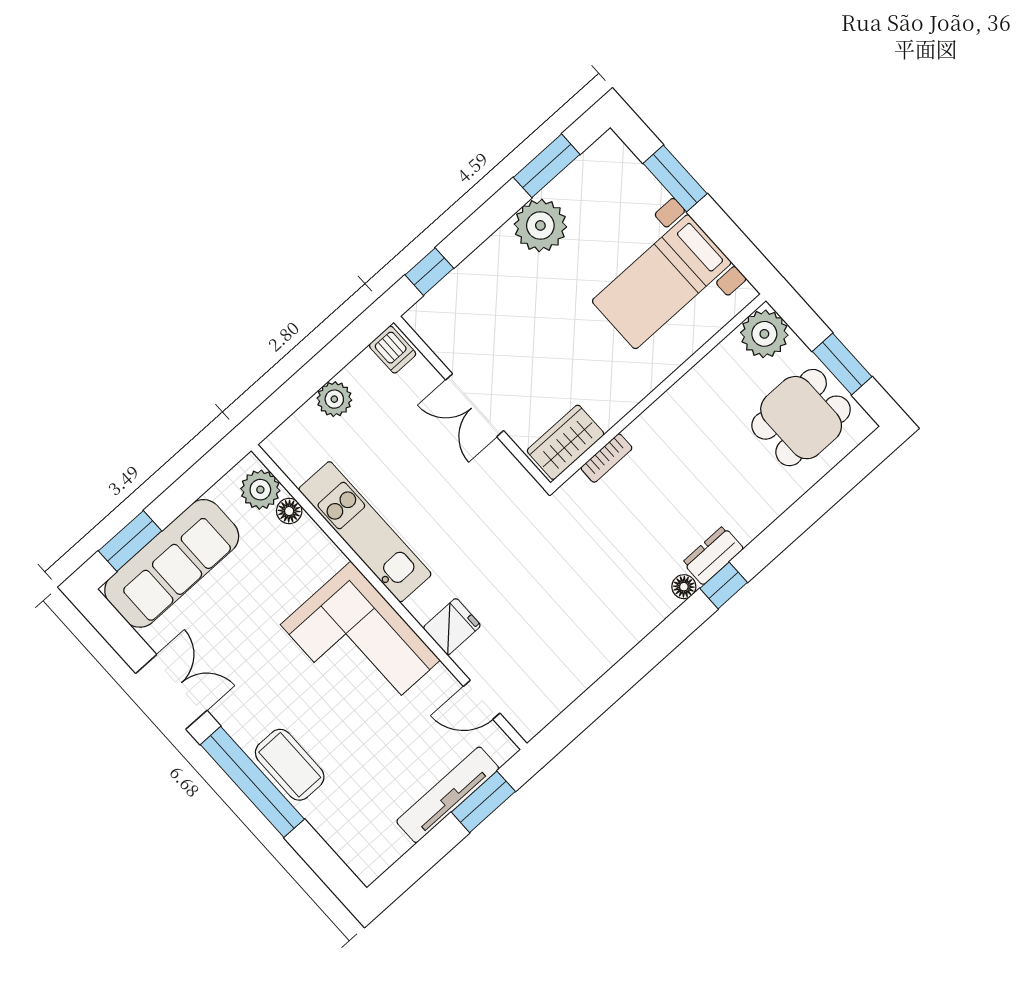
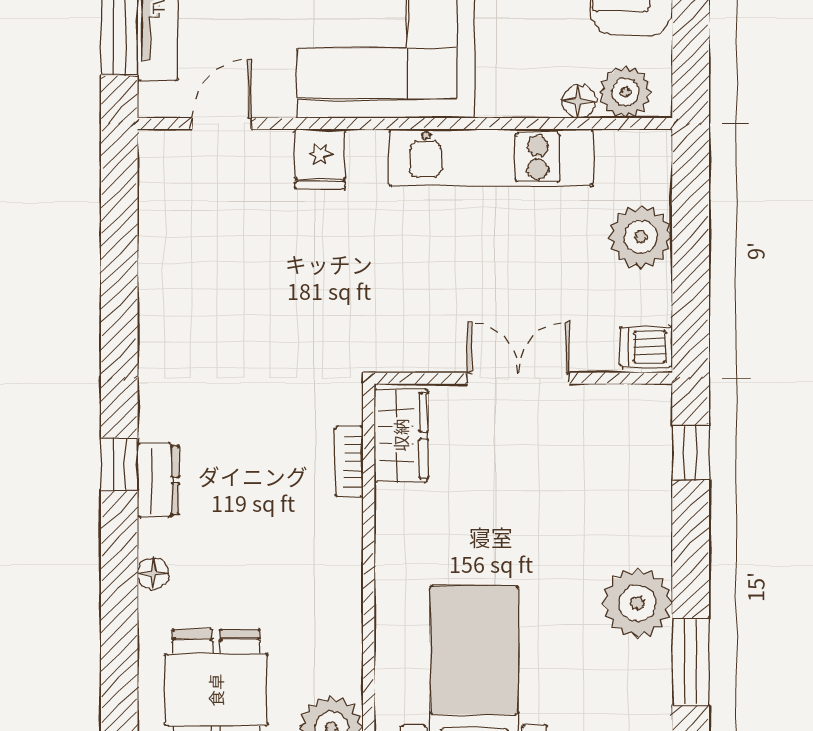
plant: (334, 399) -> (641, 237), width x1.36, depth x1.36
floor lamp: (684, 587) -> (153, 574), moved

